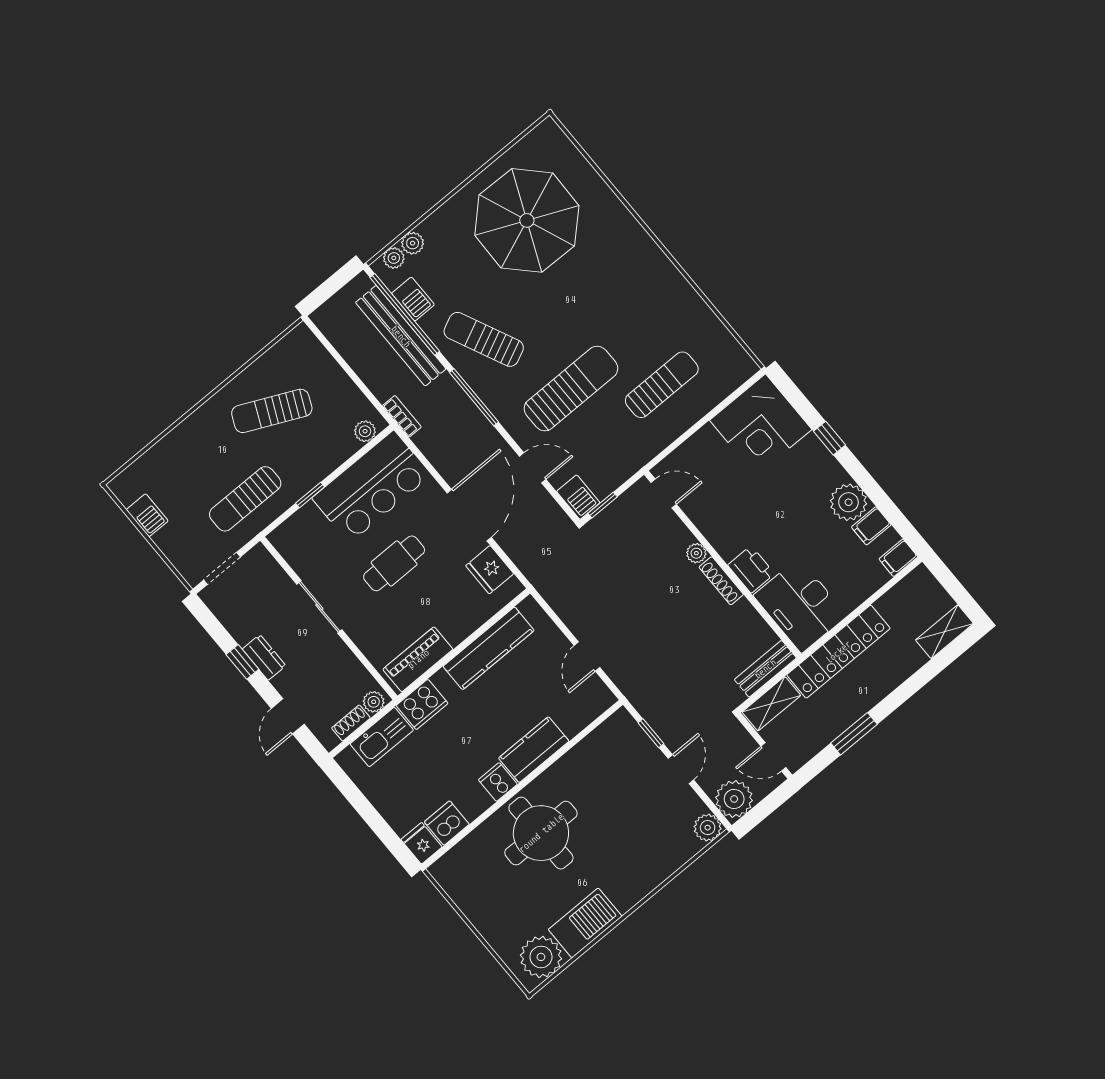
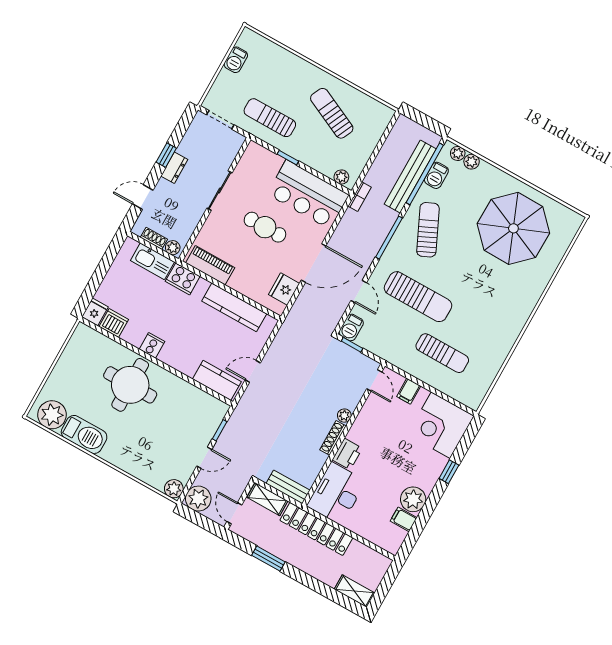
filing cabinet: (898, 558) -> (409, 391), moved, turned -90
kitchen counter: (534, 750) -> (217, 380), moved

